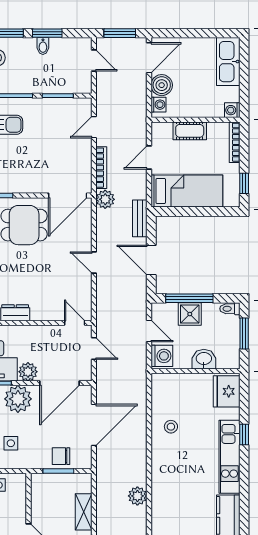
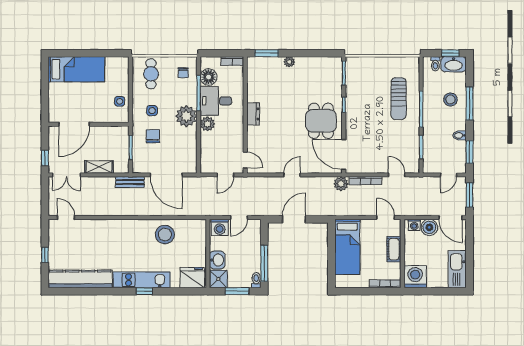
window: (47, 33) -> (470, 152), moved
kitchen sink: (228, 62) -> (457, 269), moved, turned -90
washing machine: (232, 110) -> (415, 277), width x1.89, depth x1.89
door: (149, 157) -> (385, 218), moved
window: (244, 183) -> (353, 291), removed
bench: (140, 218) -> (130, 182), moved
window: (189, 298) -> (264, 263), moved
shower: (190, 314) -> (218, 279), moved
door: (75, 323) -> (245, 160), hinge flipped
door: (60, 383) -> (199, 148), removed
stool: (171, 427) -> (165, 235), width x1.89, depth x1.89
window: (244, 435) -> (144, 291), moved
chair: (61, 456) -> (153, 136), moved
plant: (137, 496) -> (111, 209), removed

